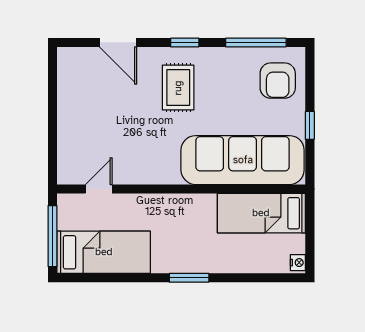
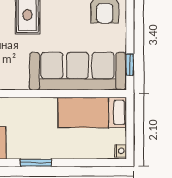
window: (310, 125) -> (130, 65), moved

